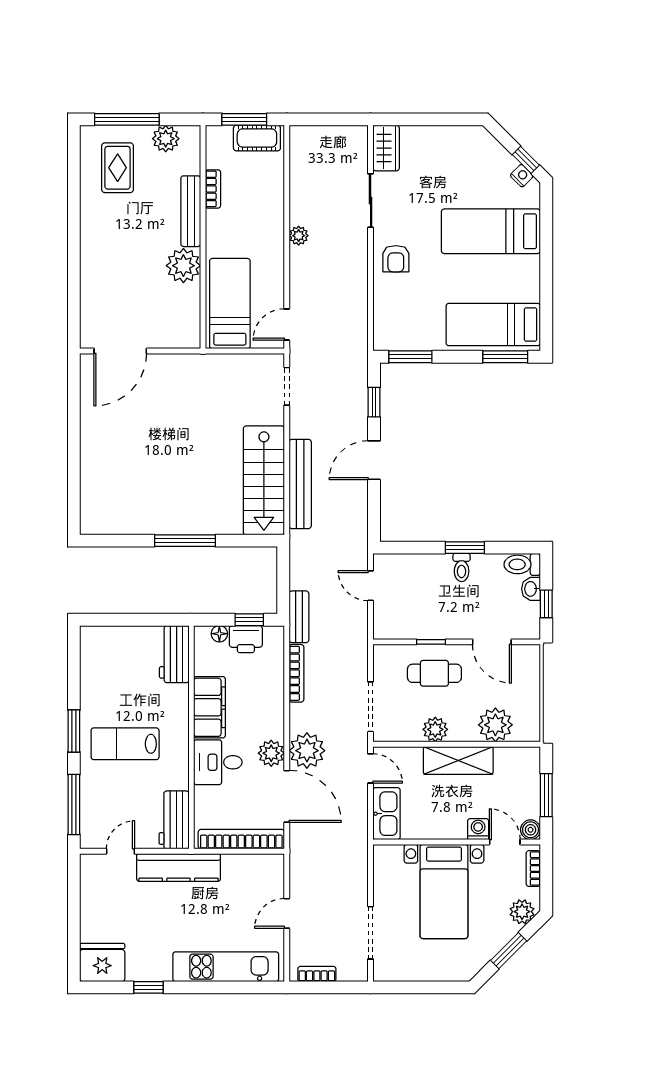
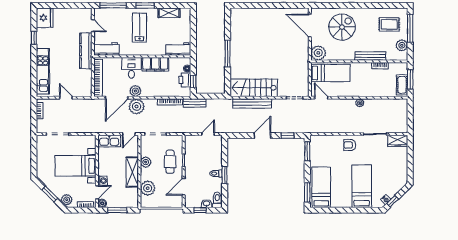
plant: (183, 266) -> (318, 53), moved
spiral stairs: (124, 277) -> (342, 27), added
door: (374, 460) -> (262, 136), hinge flipped
shelving: (91, 676) -> (169, 13), added

